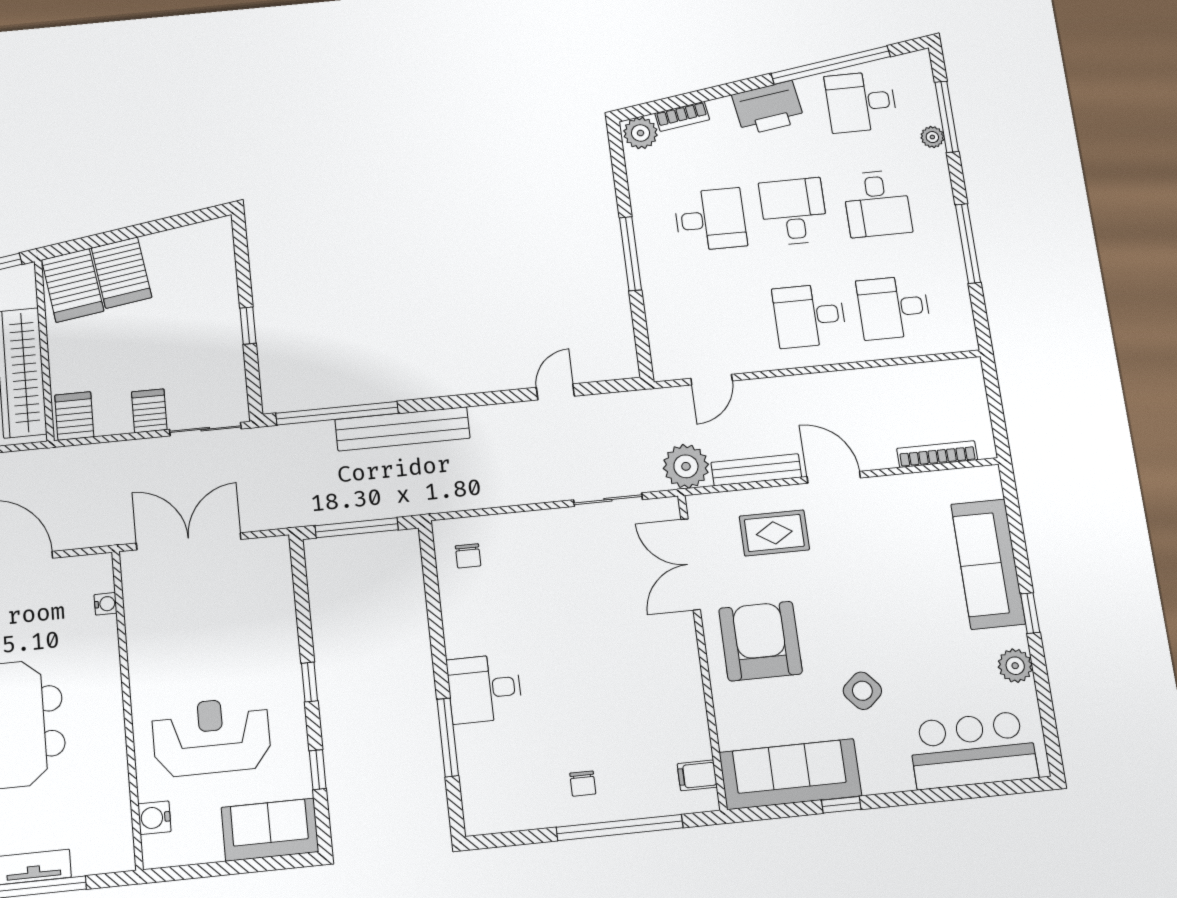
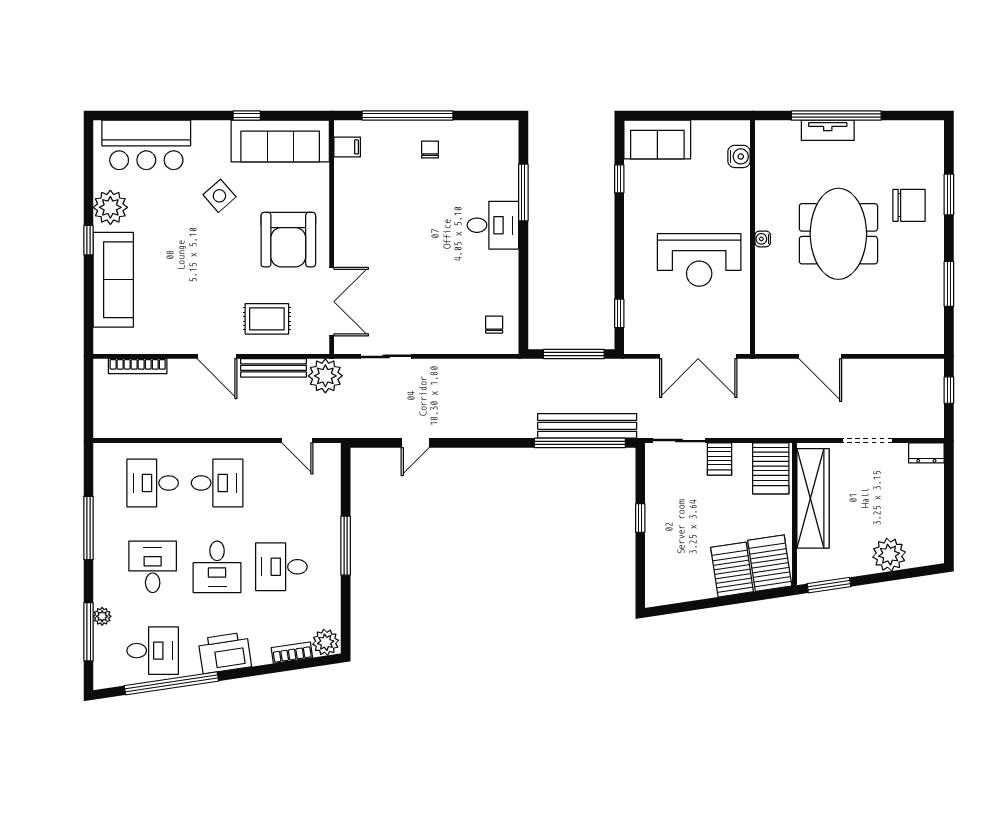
desk: (894, 307) -> (153, 483), turned 180
door: (712, 380) -> (297, 441), swing flipped
server rack: (74, 416) -> (771, 468), width x1.36, depth x1.44
bench: (402, 429) -> (587, 426), moved
water cooler: (106, 604) -> (763, 239), moved
plant: (1015, 666) -> (110, 207), width x1.36, depth x1.36
window: (309, 682) -> (619, 313), moved
reception desk: (211, 737) -> (699, 260), moved

